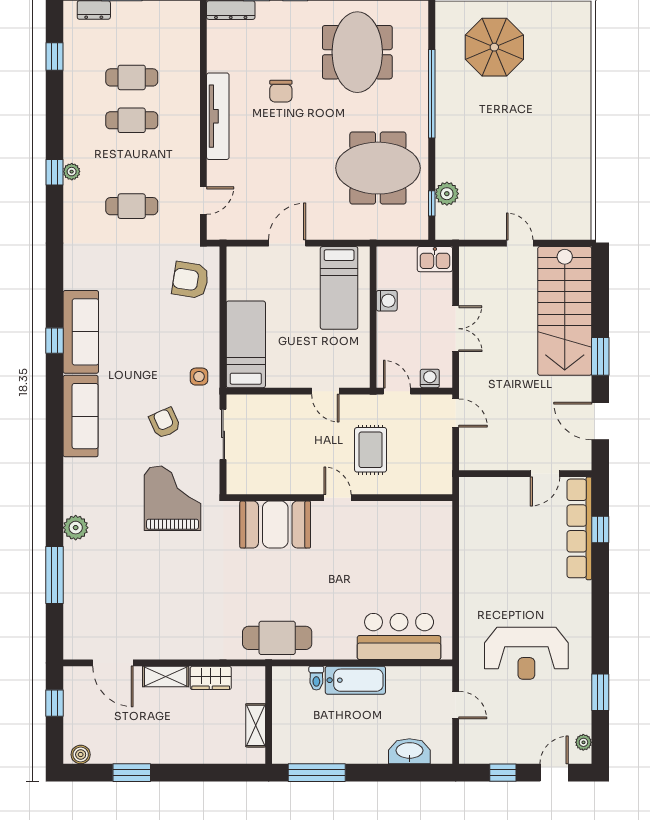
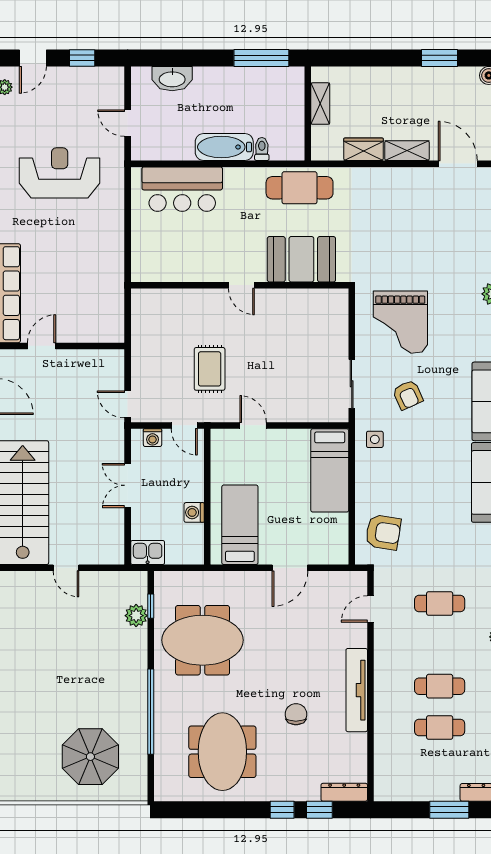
door: (338, 498) -> (241, 285), moved
wall: (339, 498) -> (240, 285), moved
booth: (275, 525) -> (301, 259), moved

